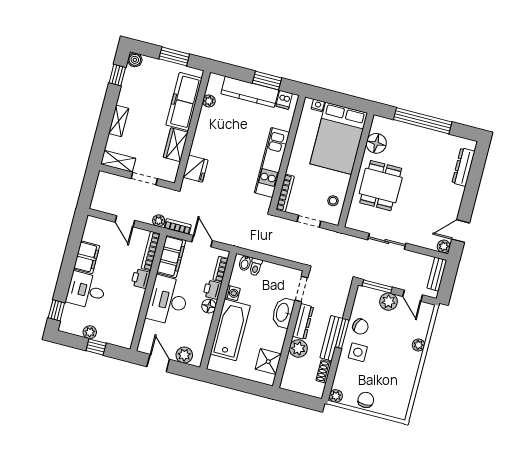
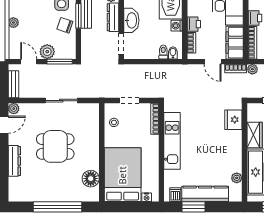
dresser: (463, 167) -> (14, 161), moved
dining table: (381, 186) -> (55, 146), moved, turned 90
floor lamp: (209, 306) -> (193, 10), removed

